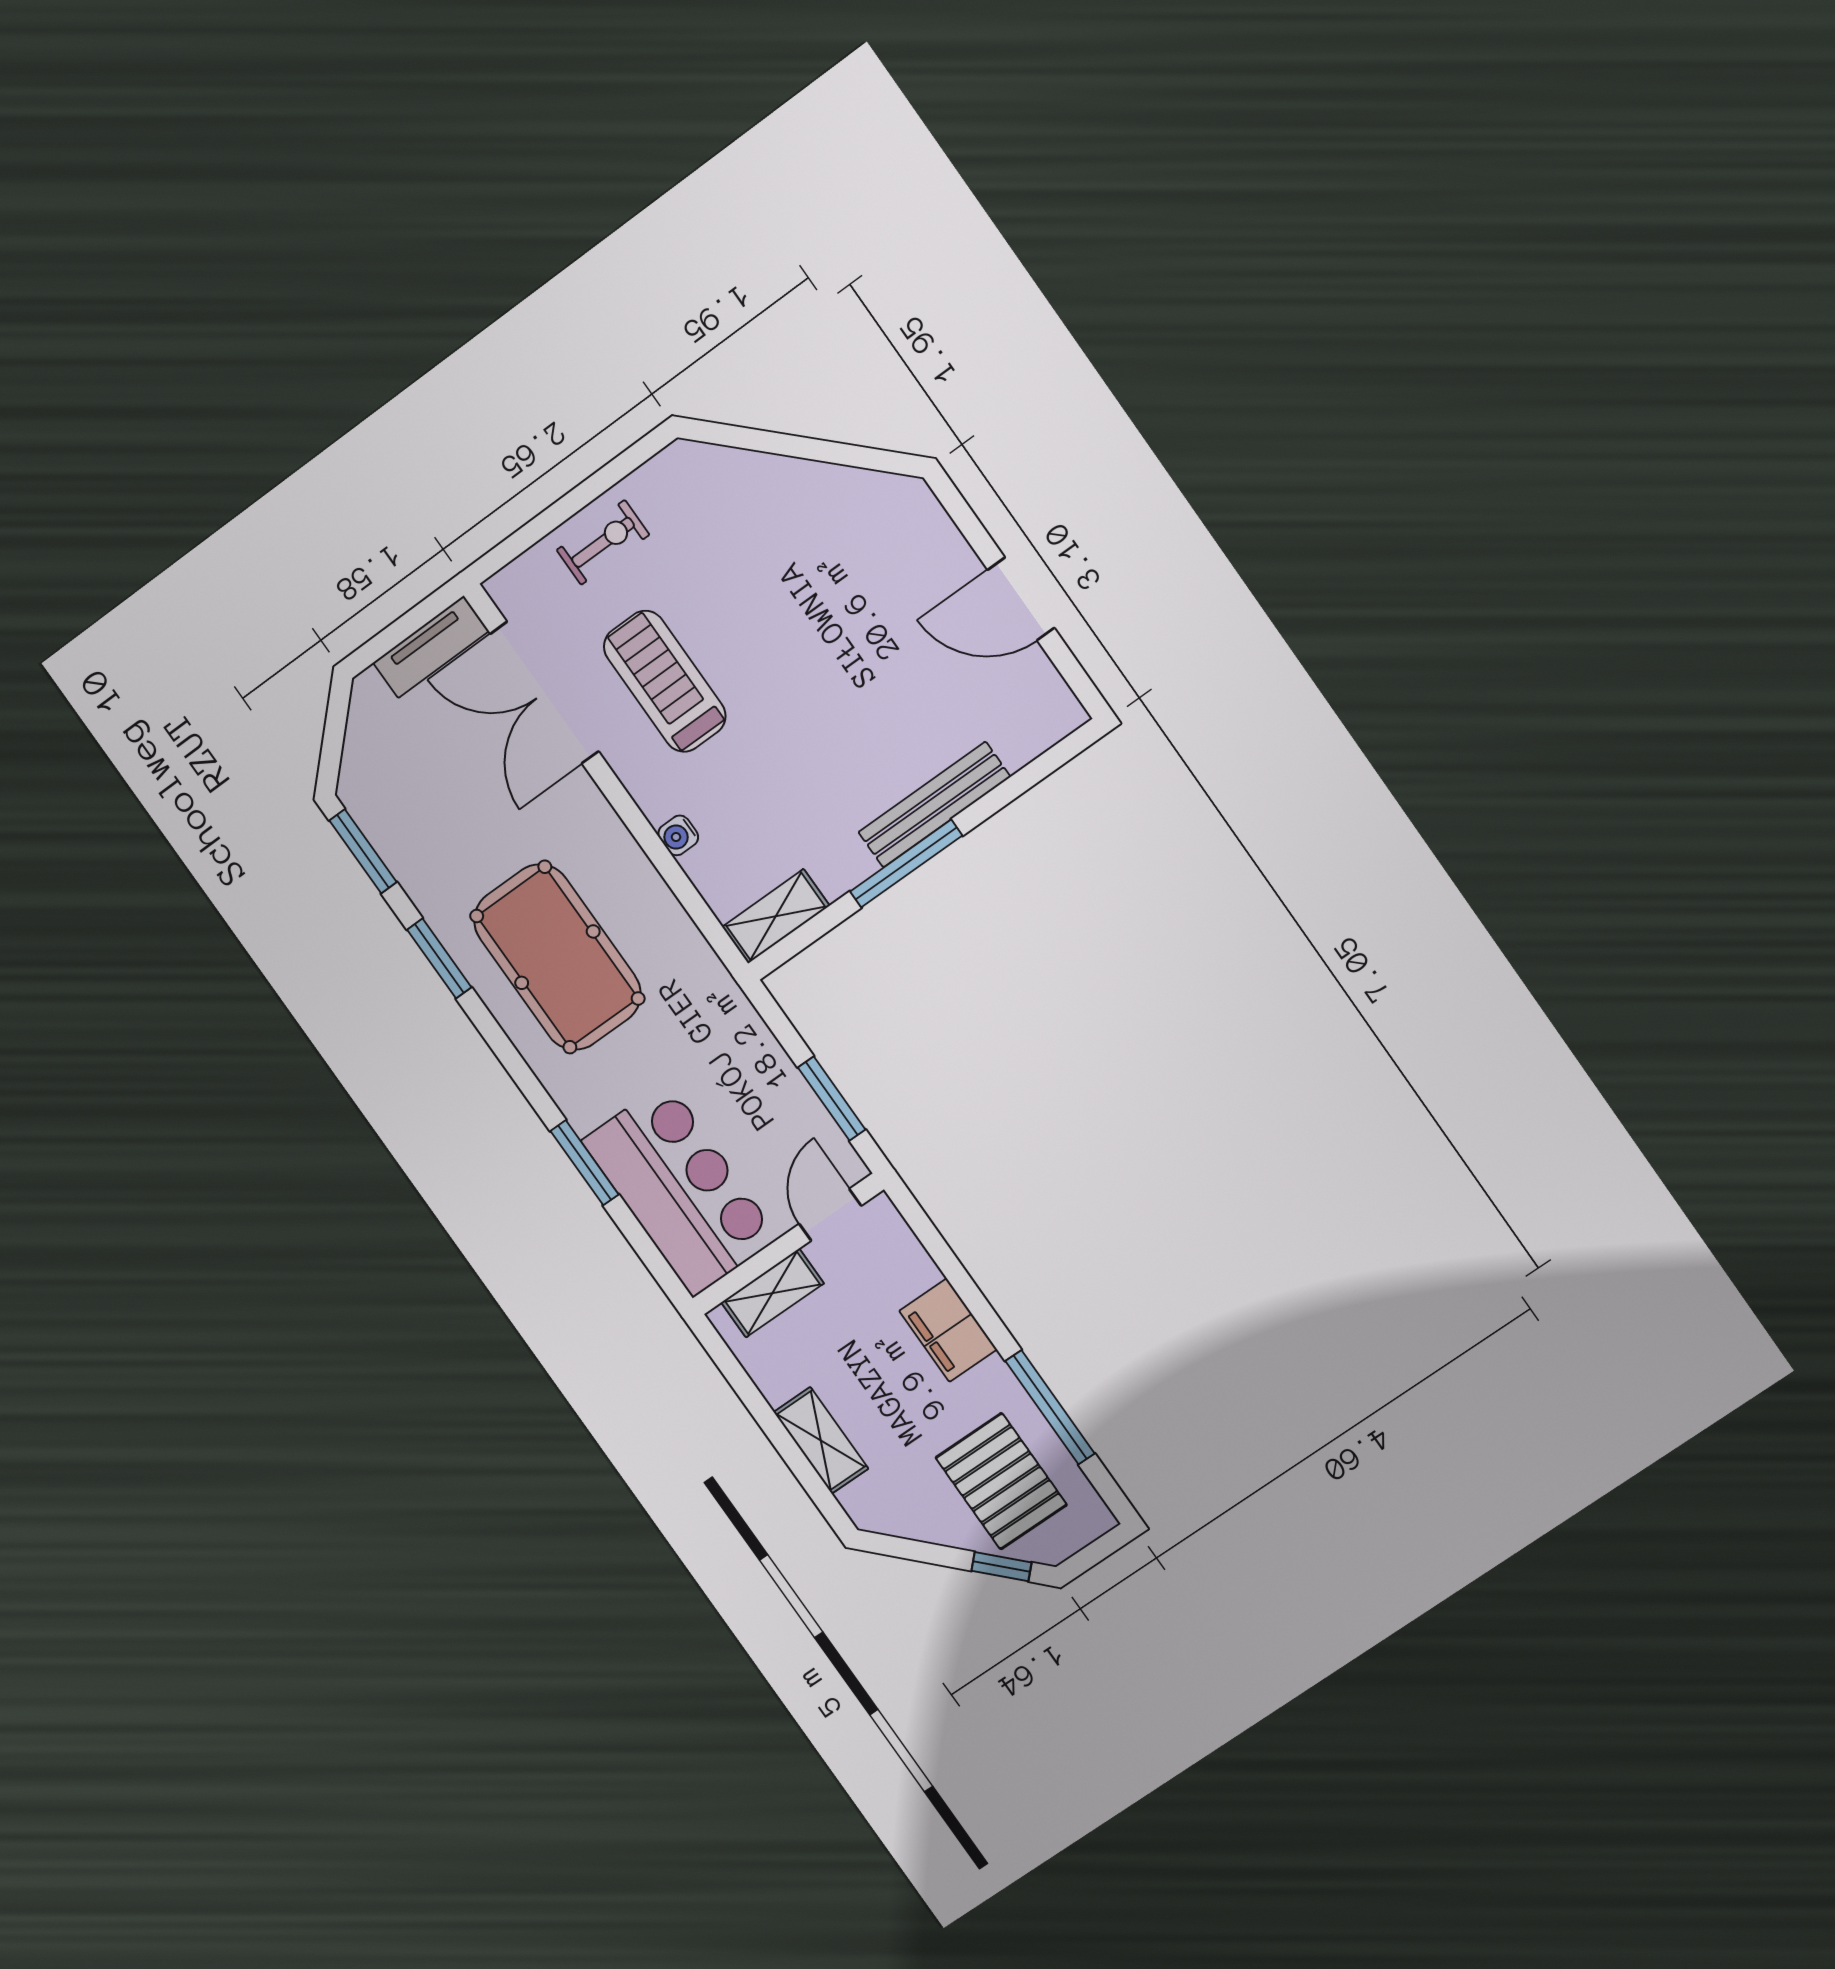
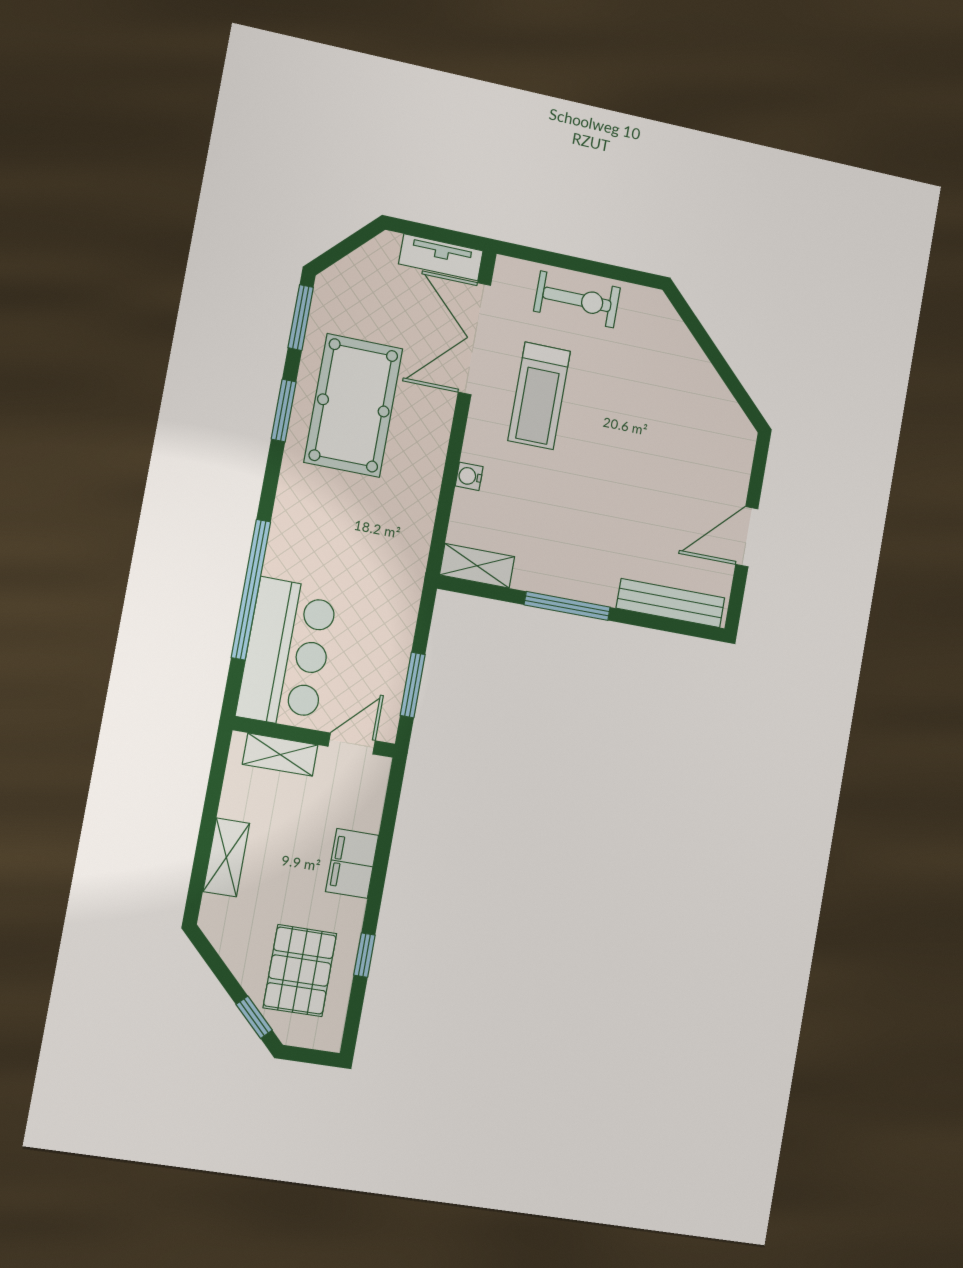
exercise bike: (603, 542) -> (577, 299), width x1.38, depth x1.39
door: (1021, 599) -> (747, 537), hinge flipped
treadmill: (665, 681) -> (539, 396), turned 180
bench: (934, 805) -> (671, 603), moved
pool table: (557, 957) -> (353, 405), moved
window: (585, 1163) -> (251, 590), width x2.11
window: (1050, 1407) -> (364, 955), width x0.46

